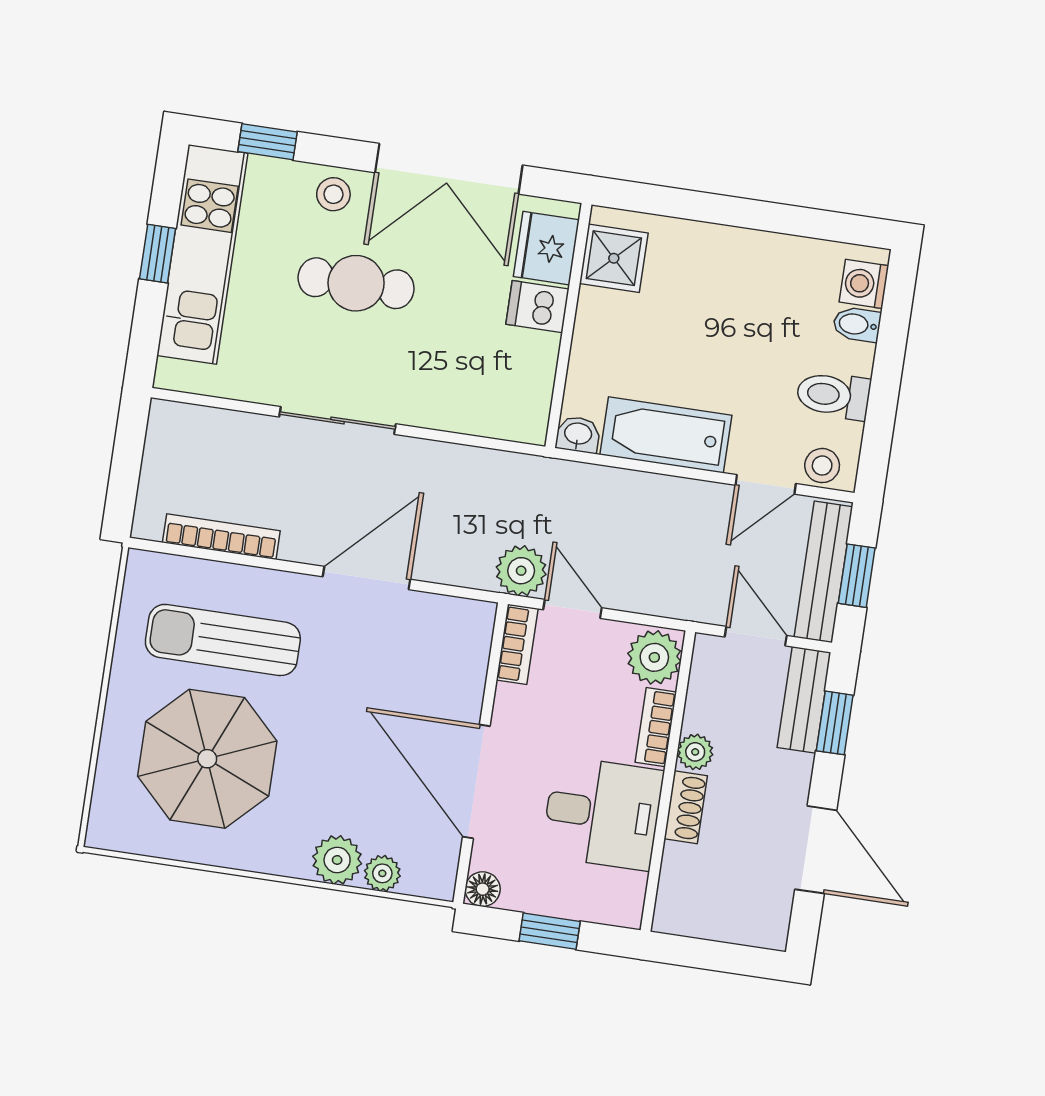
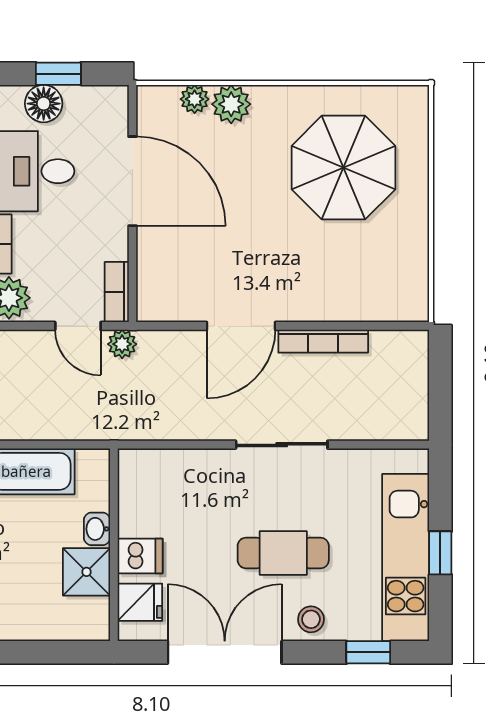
fridge: (546, 248) -> (140, 602), width x0.72
shower: (614, 258) -> (87, 572), moved
washbasin: (578, 434) -> (97, 529), moved, turned 90
bookcase: (221, 537) -> (323, 341), moved
plant: (521, 571) -> (122, 344), width x0.73, depth x0.73
sun lounger: (223, 640) -> (345, 261), removed
floor lamp: (483, 889) -> (44, 104), moved, width x1.37, depth x1.37

